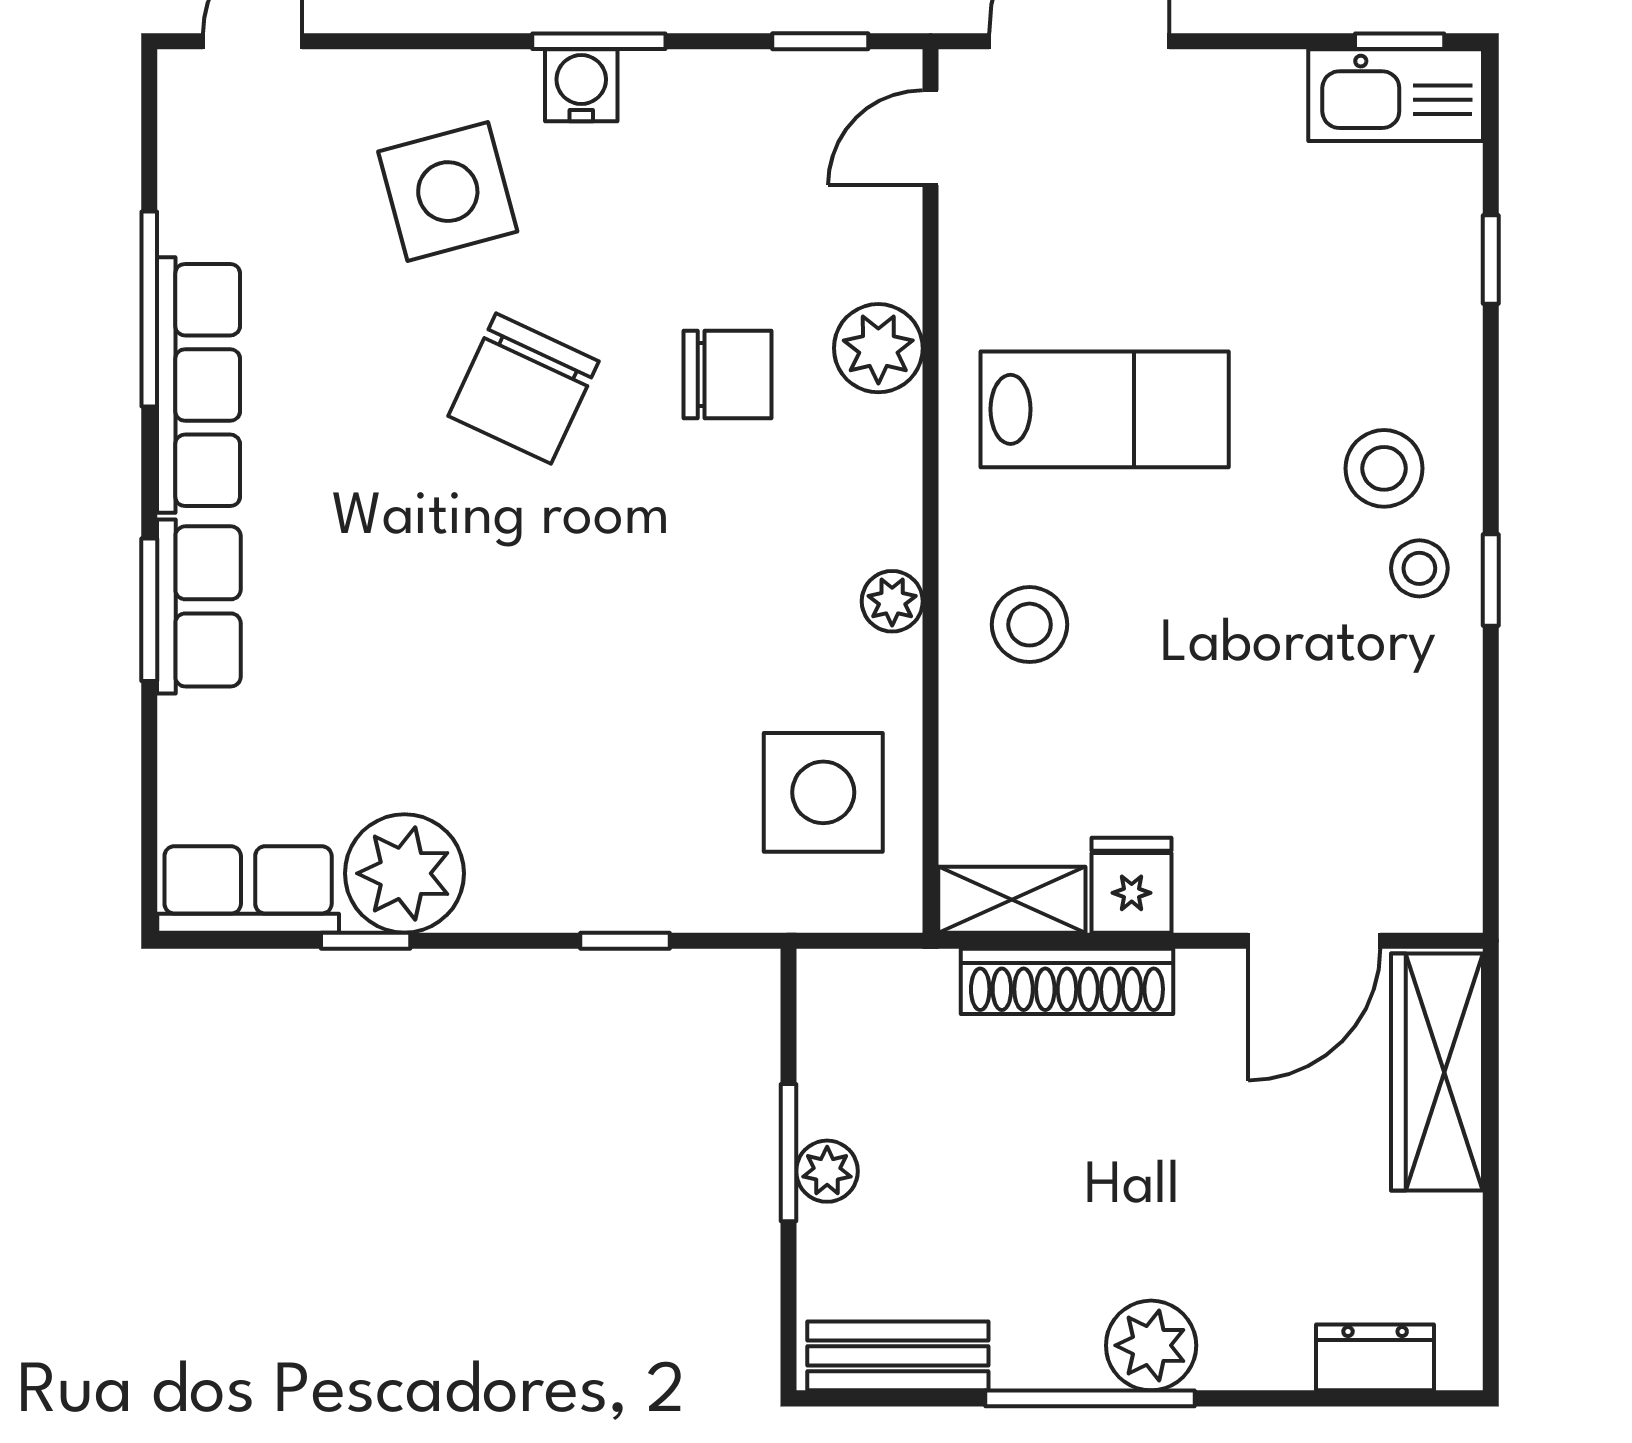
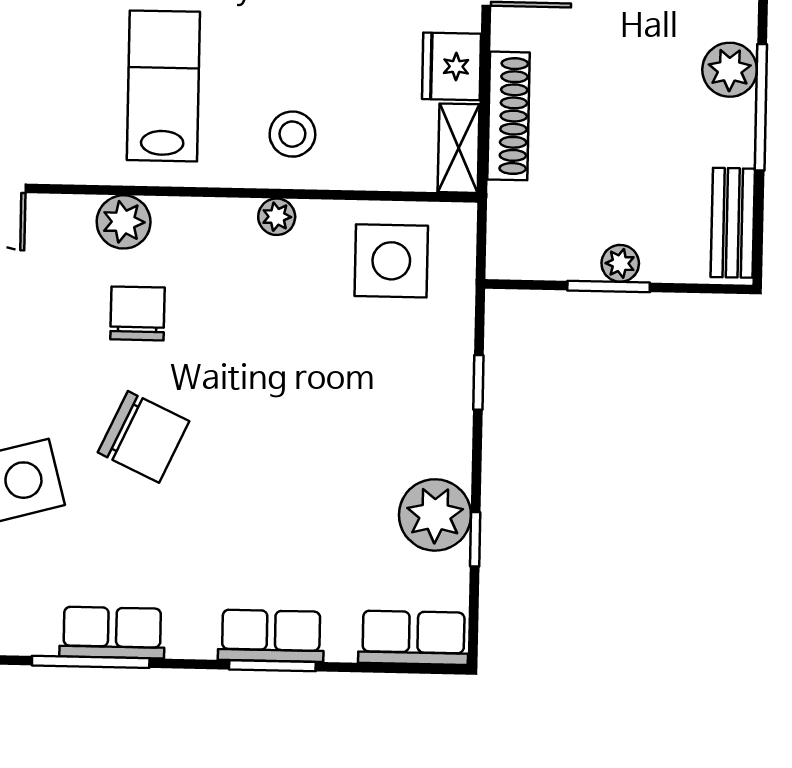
row of seats: (199, 385) -> (112, 633), width x0.68
fridge: (1132, 885) -> (451, 66), width x1.38
row of seats: (248, 889) -> (413, 638), moved, turned 90

